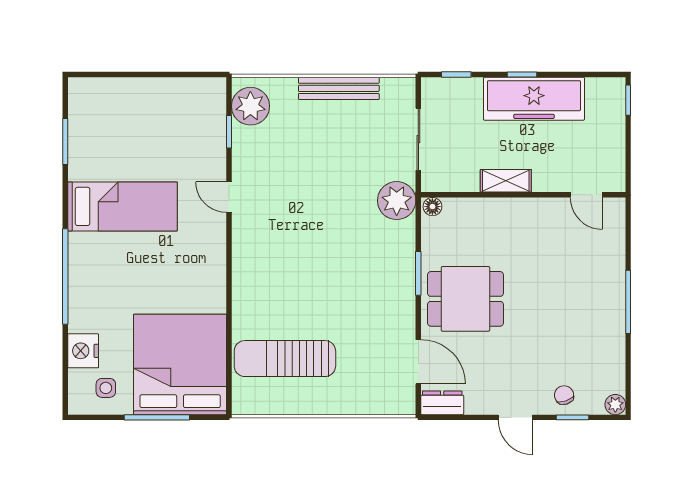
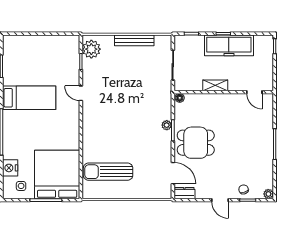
plant: (397, 201) -> (167, 125), moved, width x0.53, depth x0.53

